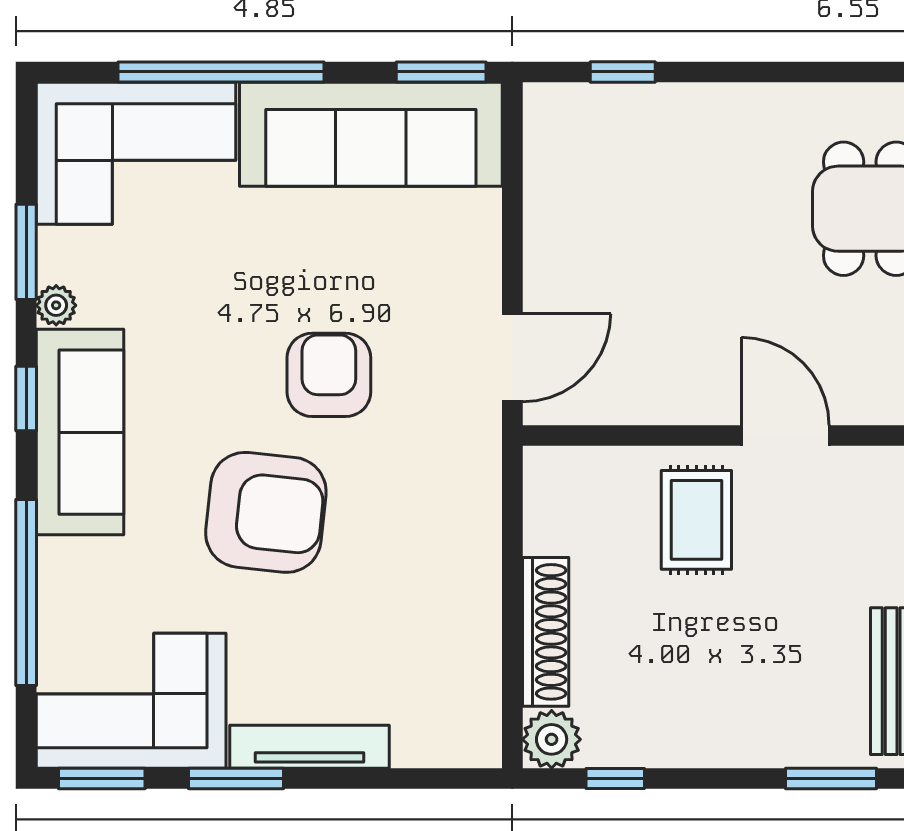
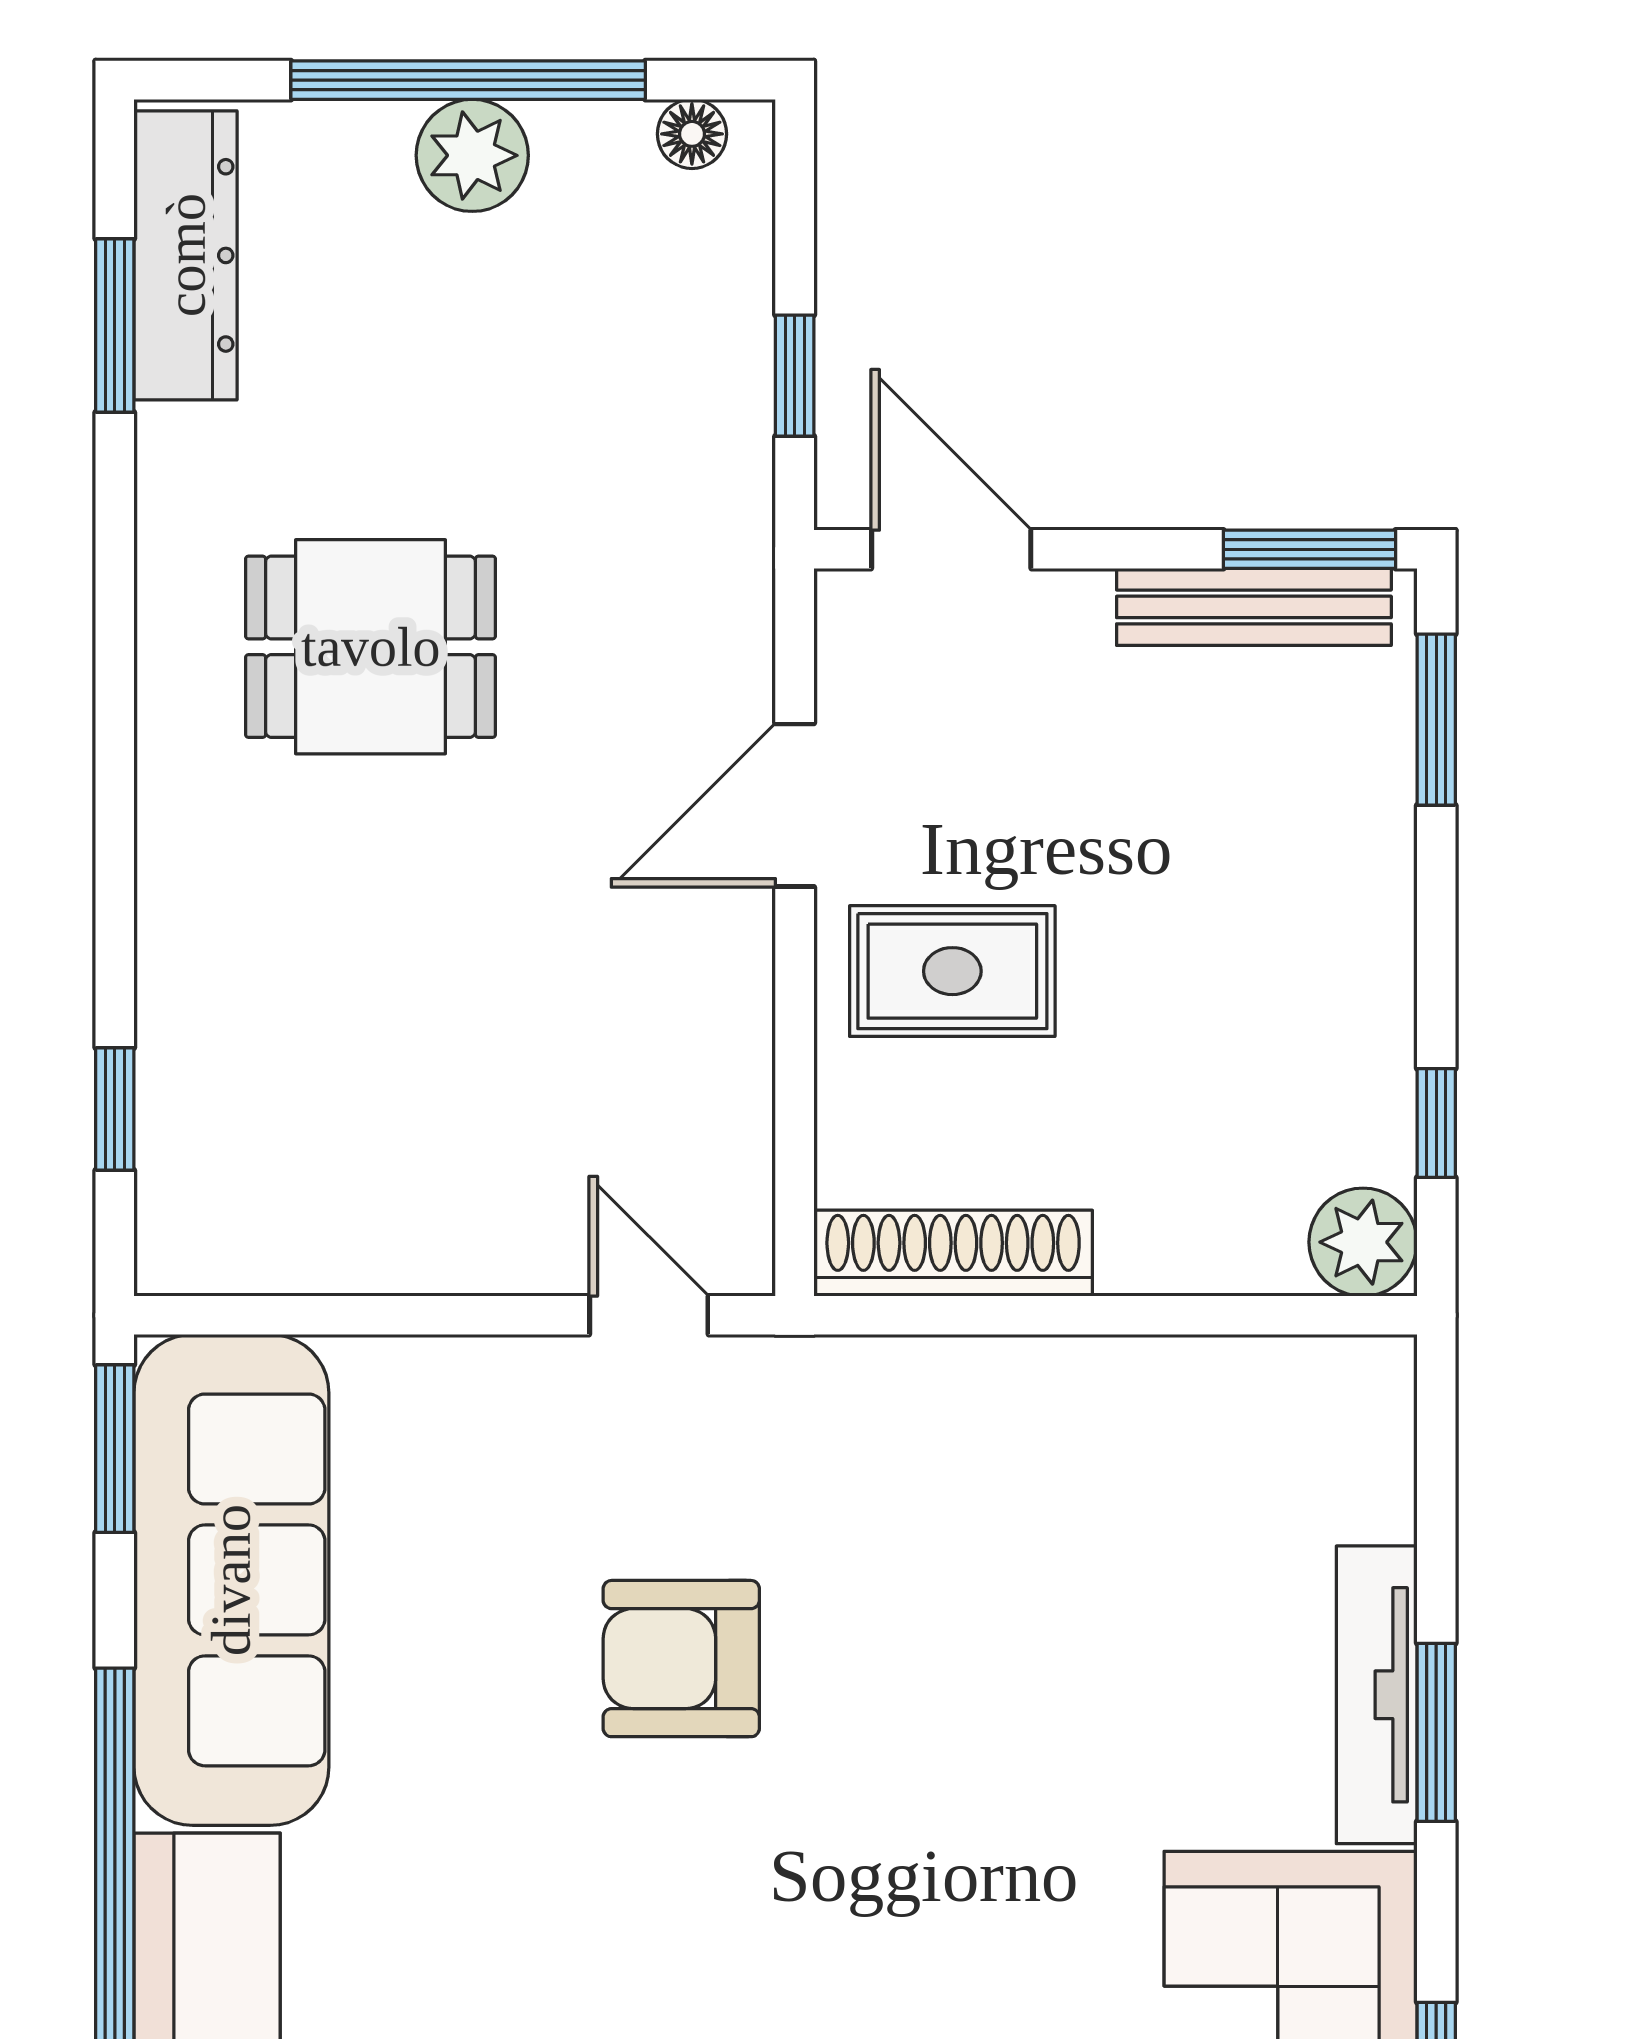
door: (512, 358) -> (649, 1315), width x0.73
armchair: (266, 512) -> (938, 1776), removed
shoe rack: (546, 632) -> (953, 1253), moved
window: (236, 779) -> (1436, 1732), moved

